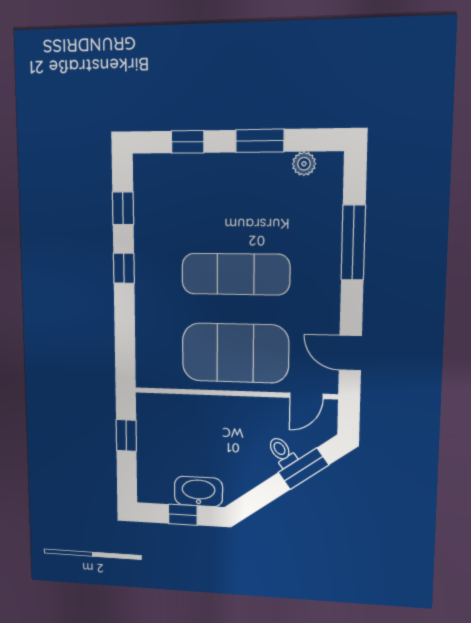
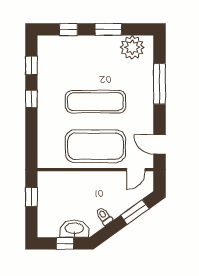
plant: (304, 164) -> (132, 47), width x1.88, depth x1.88
toilet: (282, 452) -> (104, 216), moved

